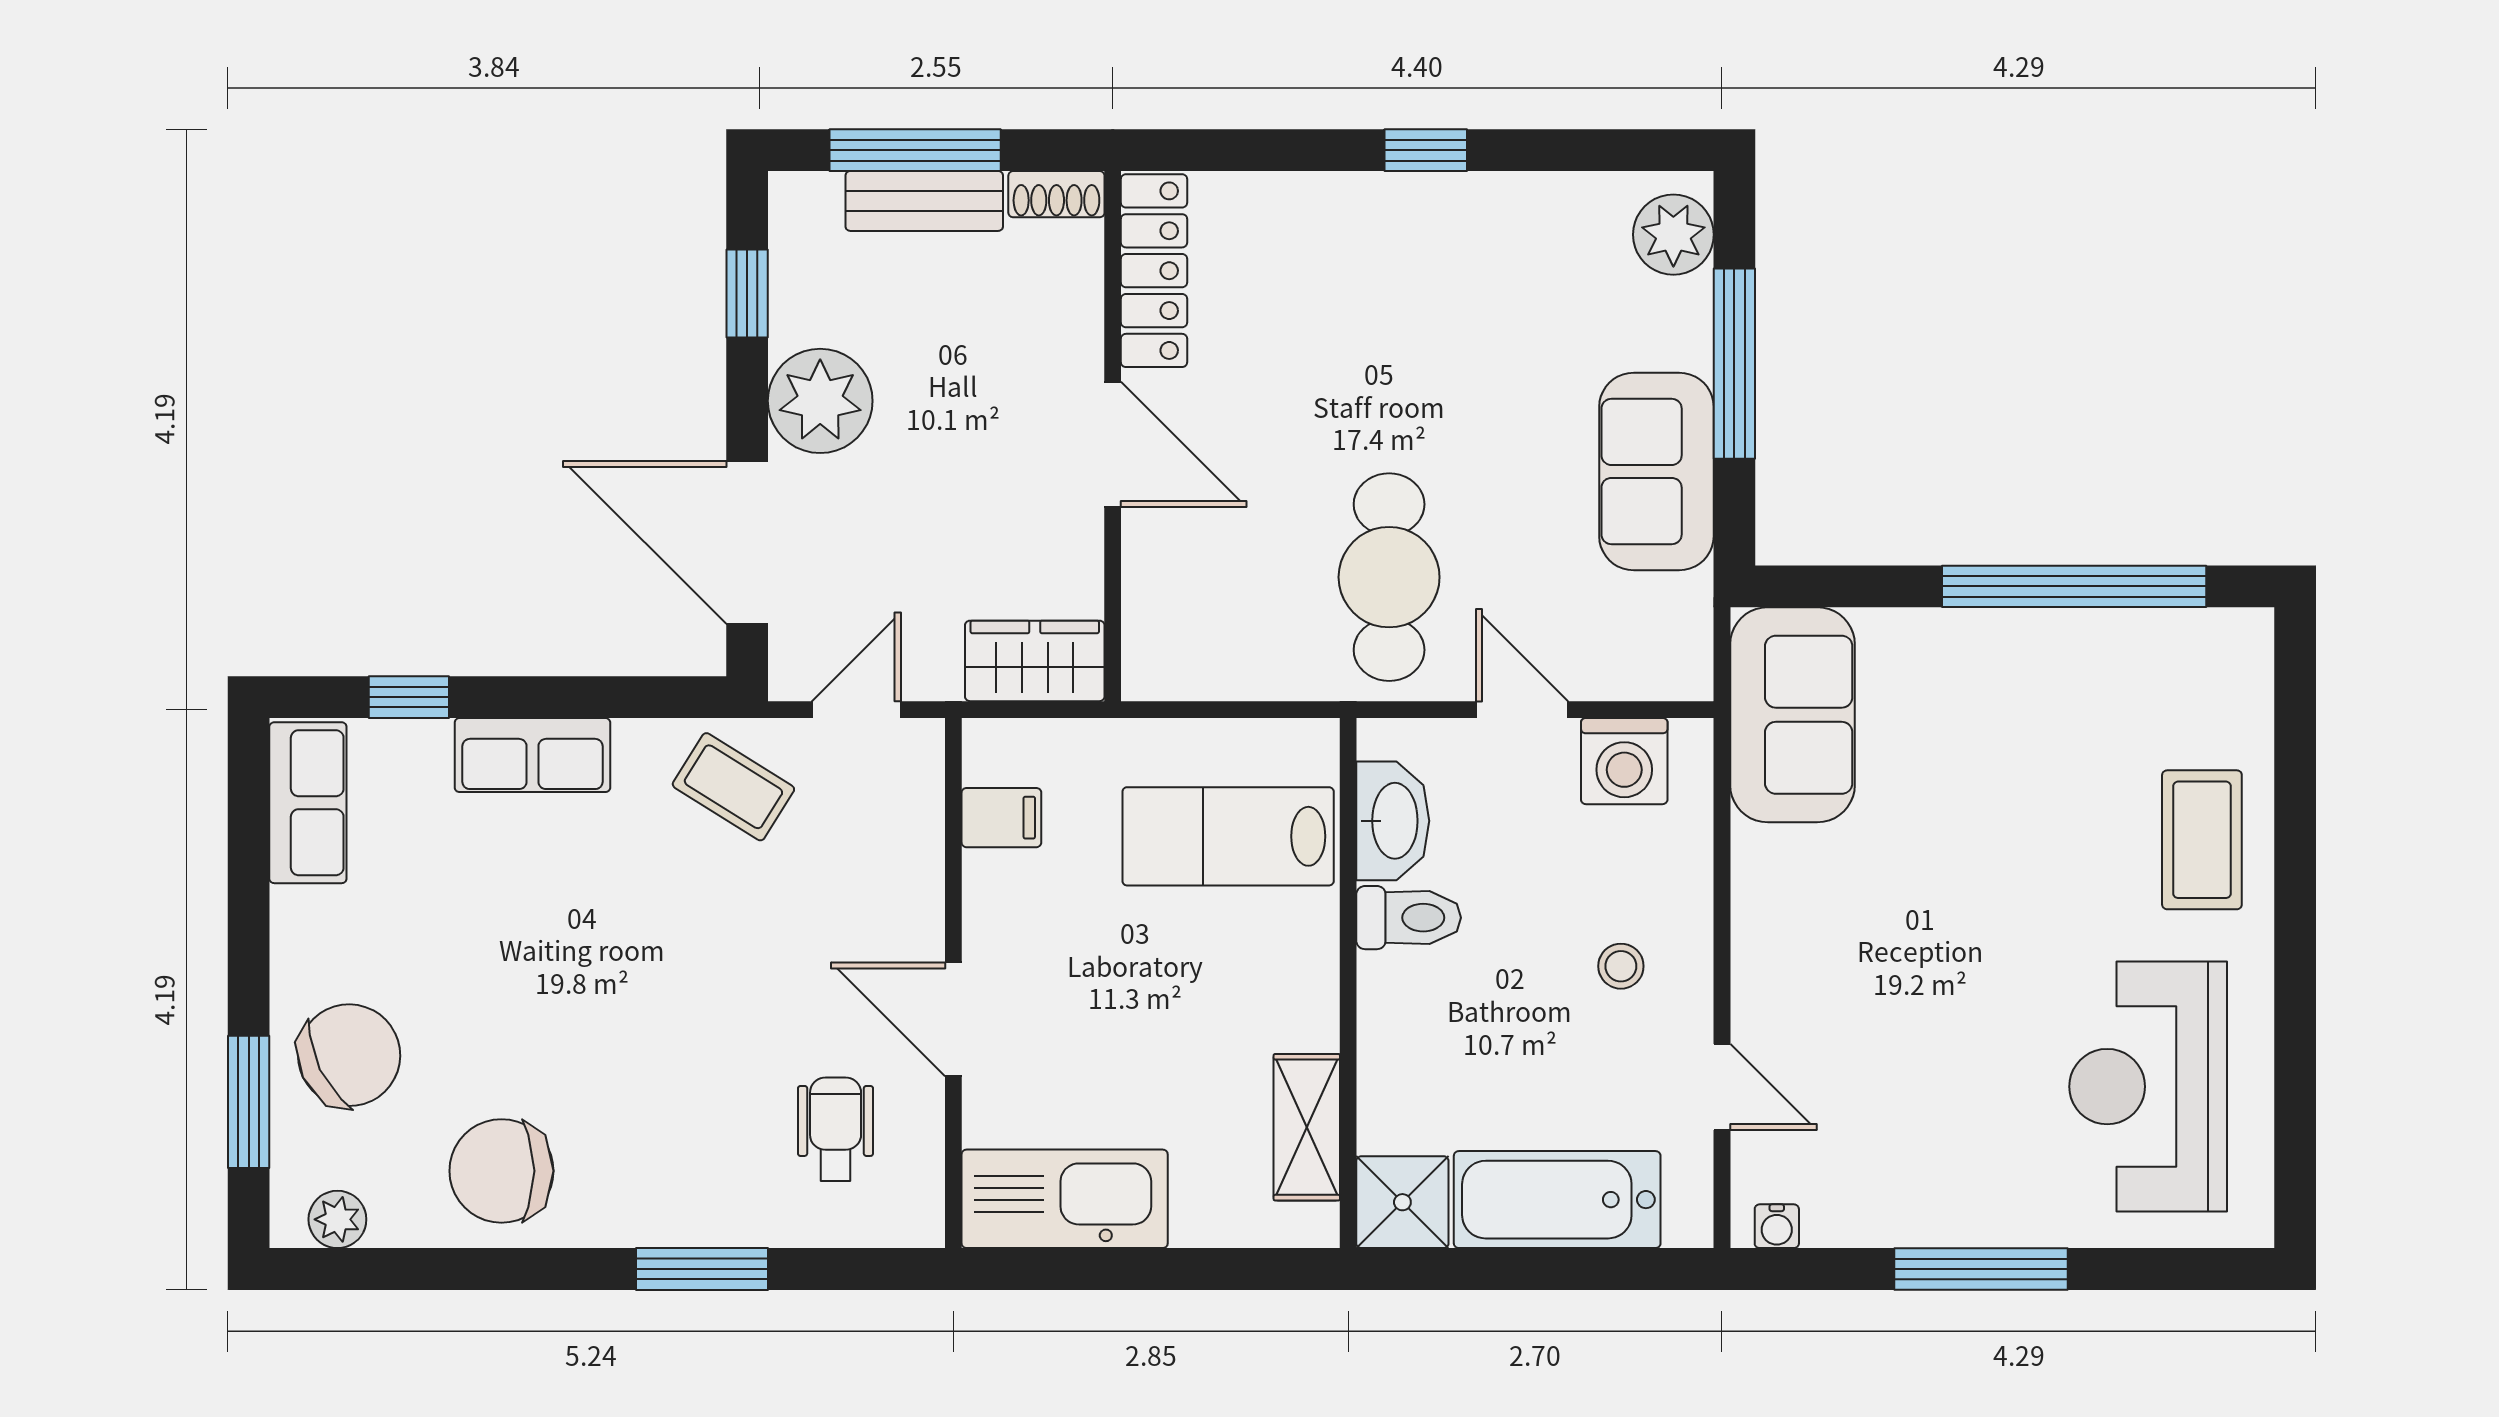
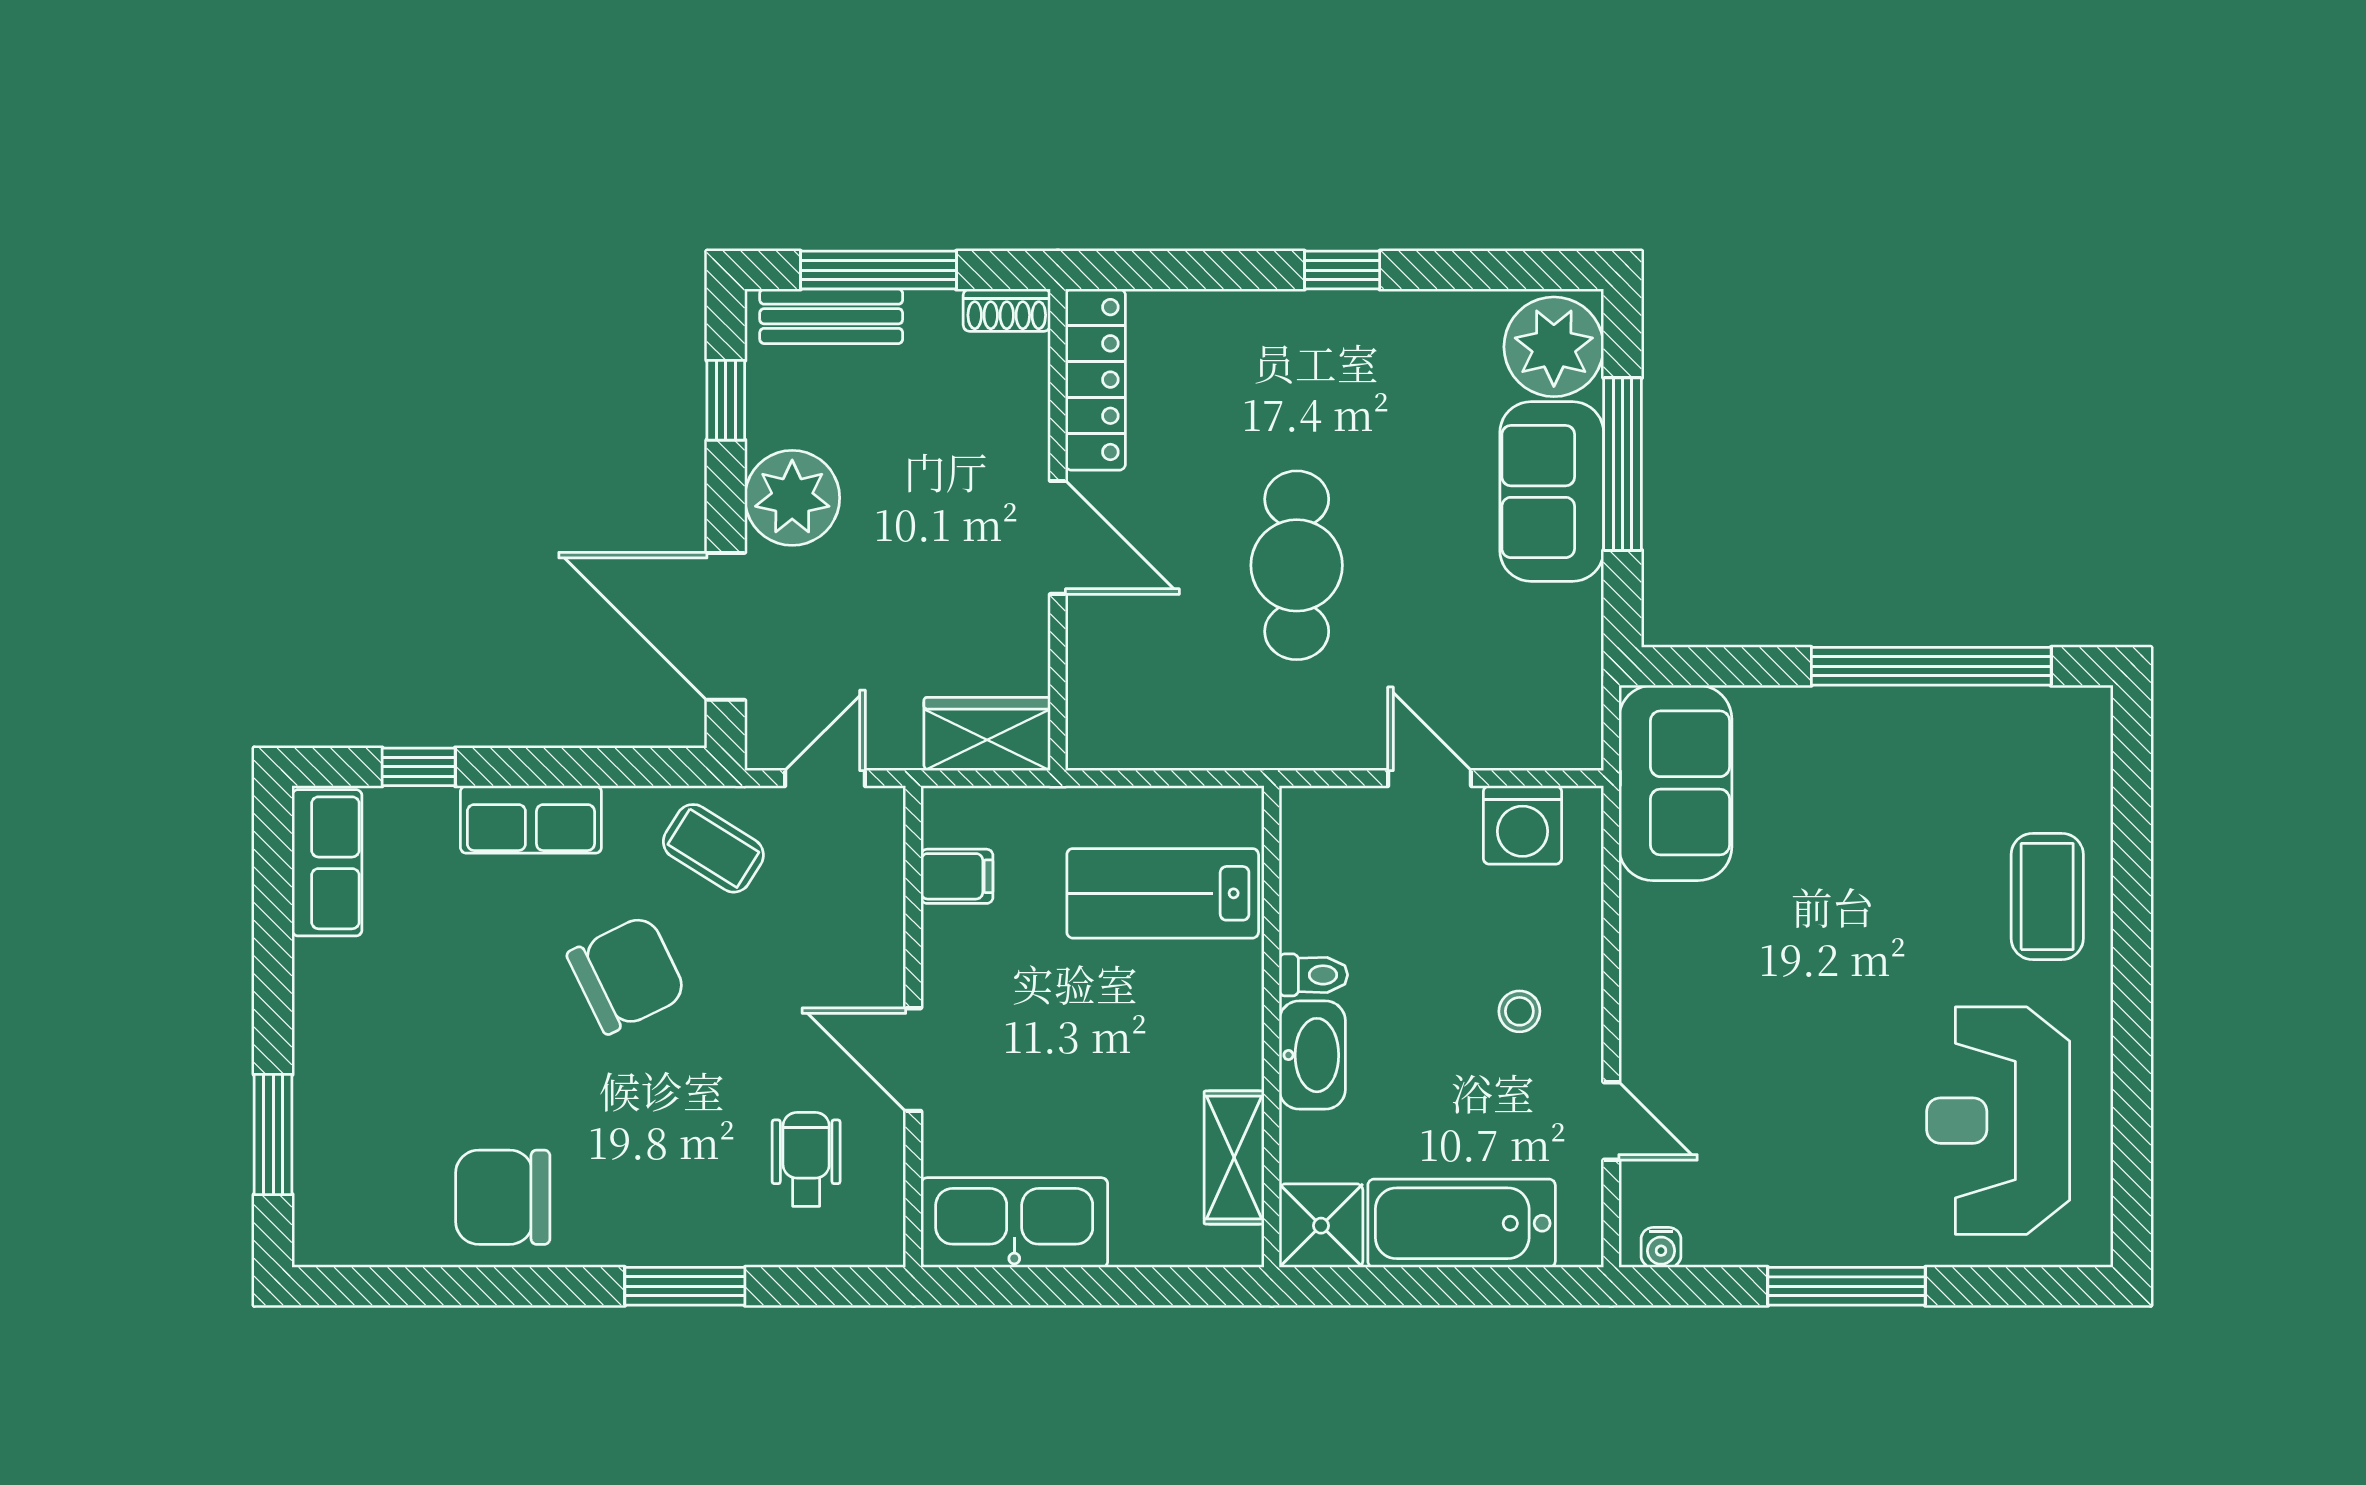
bench: (924, 201) -> (831, 316), moved
plant: (1673, 235) -> (1554, 347), width x1.36, depth x1.36
sofa: (1656, 471) -> (1552, 492), moved
cafe table: (1389, 577) -> (1297, 565), moved
washbasin: (1393, 821) -> (1312, 1055), moved
toilet: (1409, 918) -> (1313, 975), width x0.73, depth x0.72
chair: (349, 1055) -> (627, 974), moved
plant: (337, 1219) -> (354, 1241), removed

